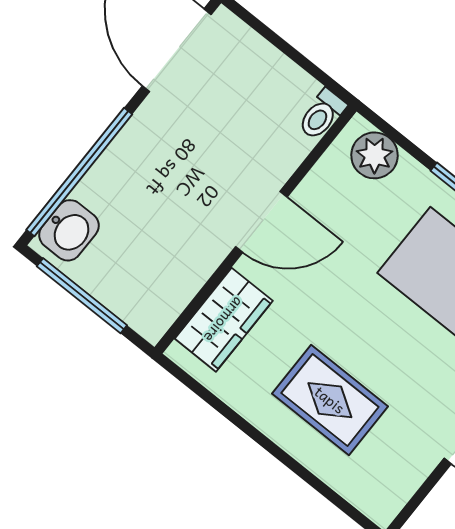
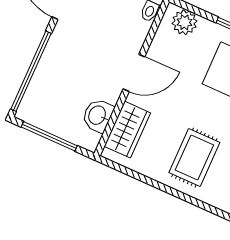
washbasin: (69, 230) -> (98, 115), moved, turned 180
rug: (330, 400) -> (194, 158), turned 90

